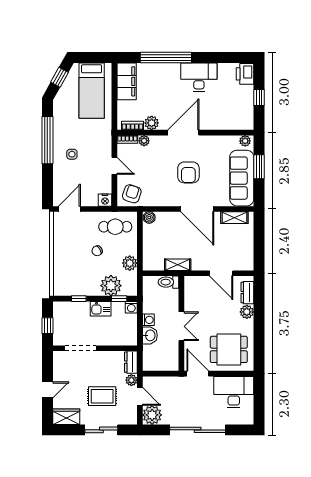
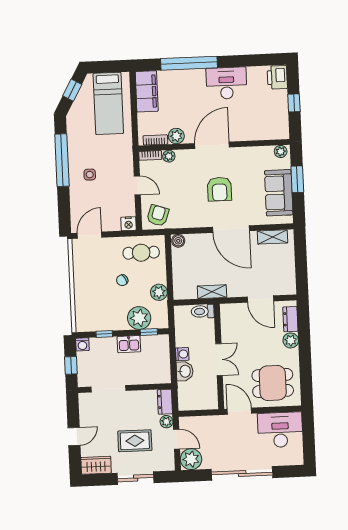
sofa: (242, 178) -> (279, 193), width x0.73
washing machine: (131, 307) -> (82, 344), moved

